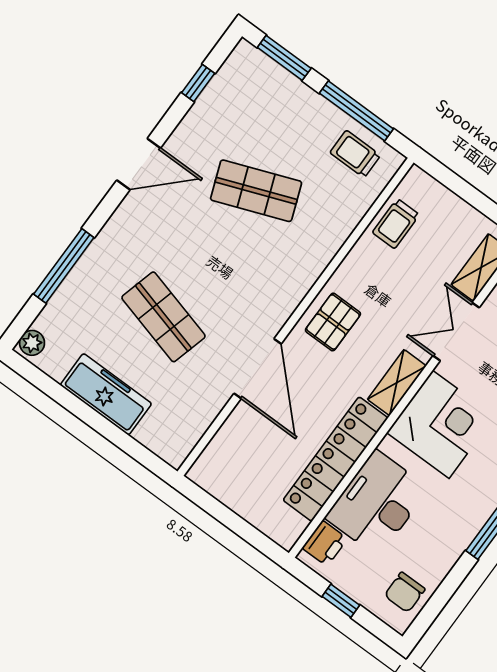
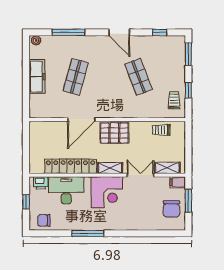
window: (356, 111) -> (188, 90), width x0.46
pallet: (333, 322) -> (114, 133), width x1.50, depth x1.42

